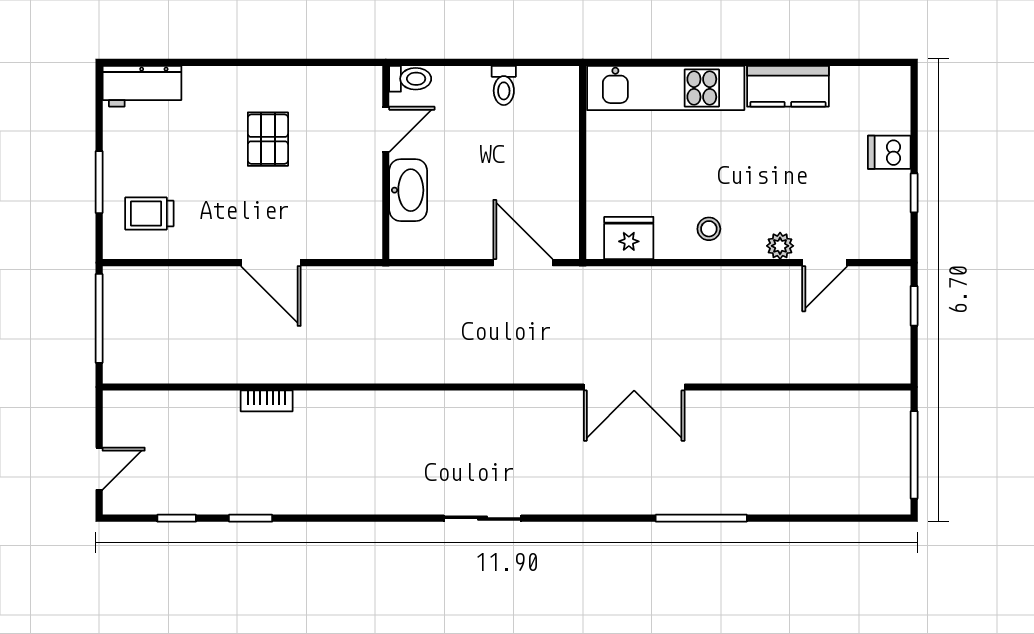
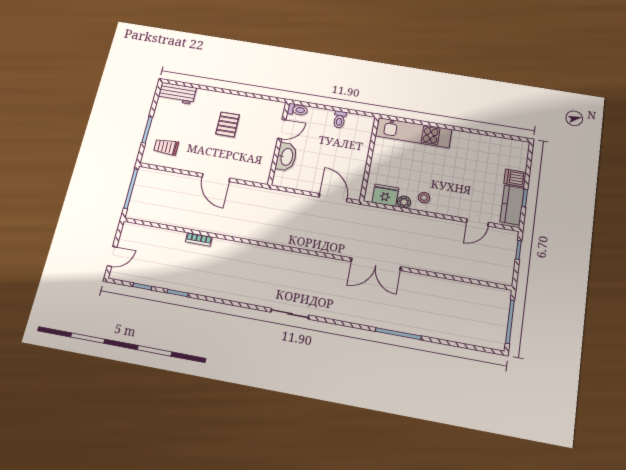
kitchen counter: (788, 86) -> (512, 205), moved, turned 90
plant: (780, 246) -> (404, 202), moved

